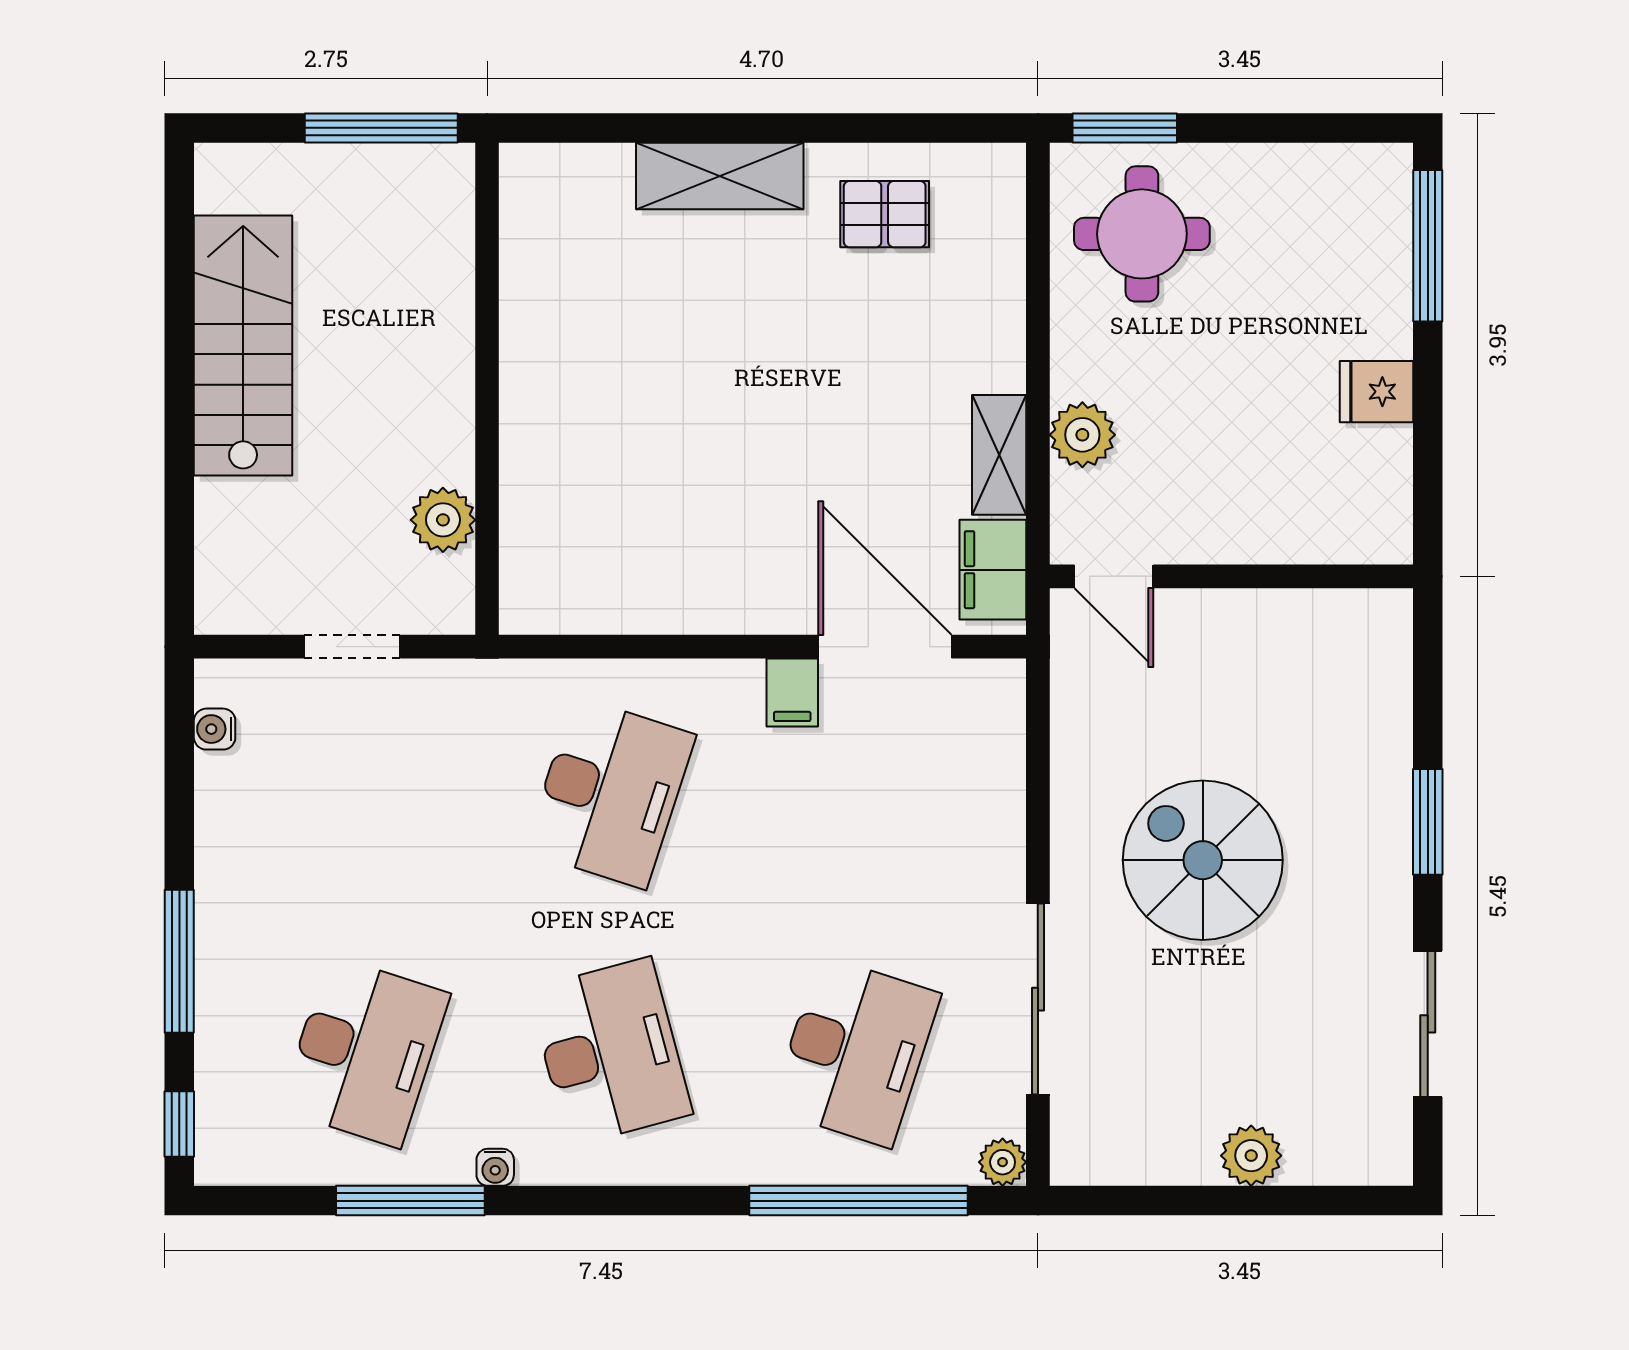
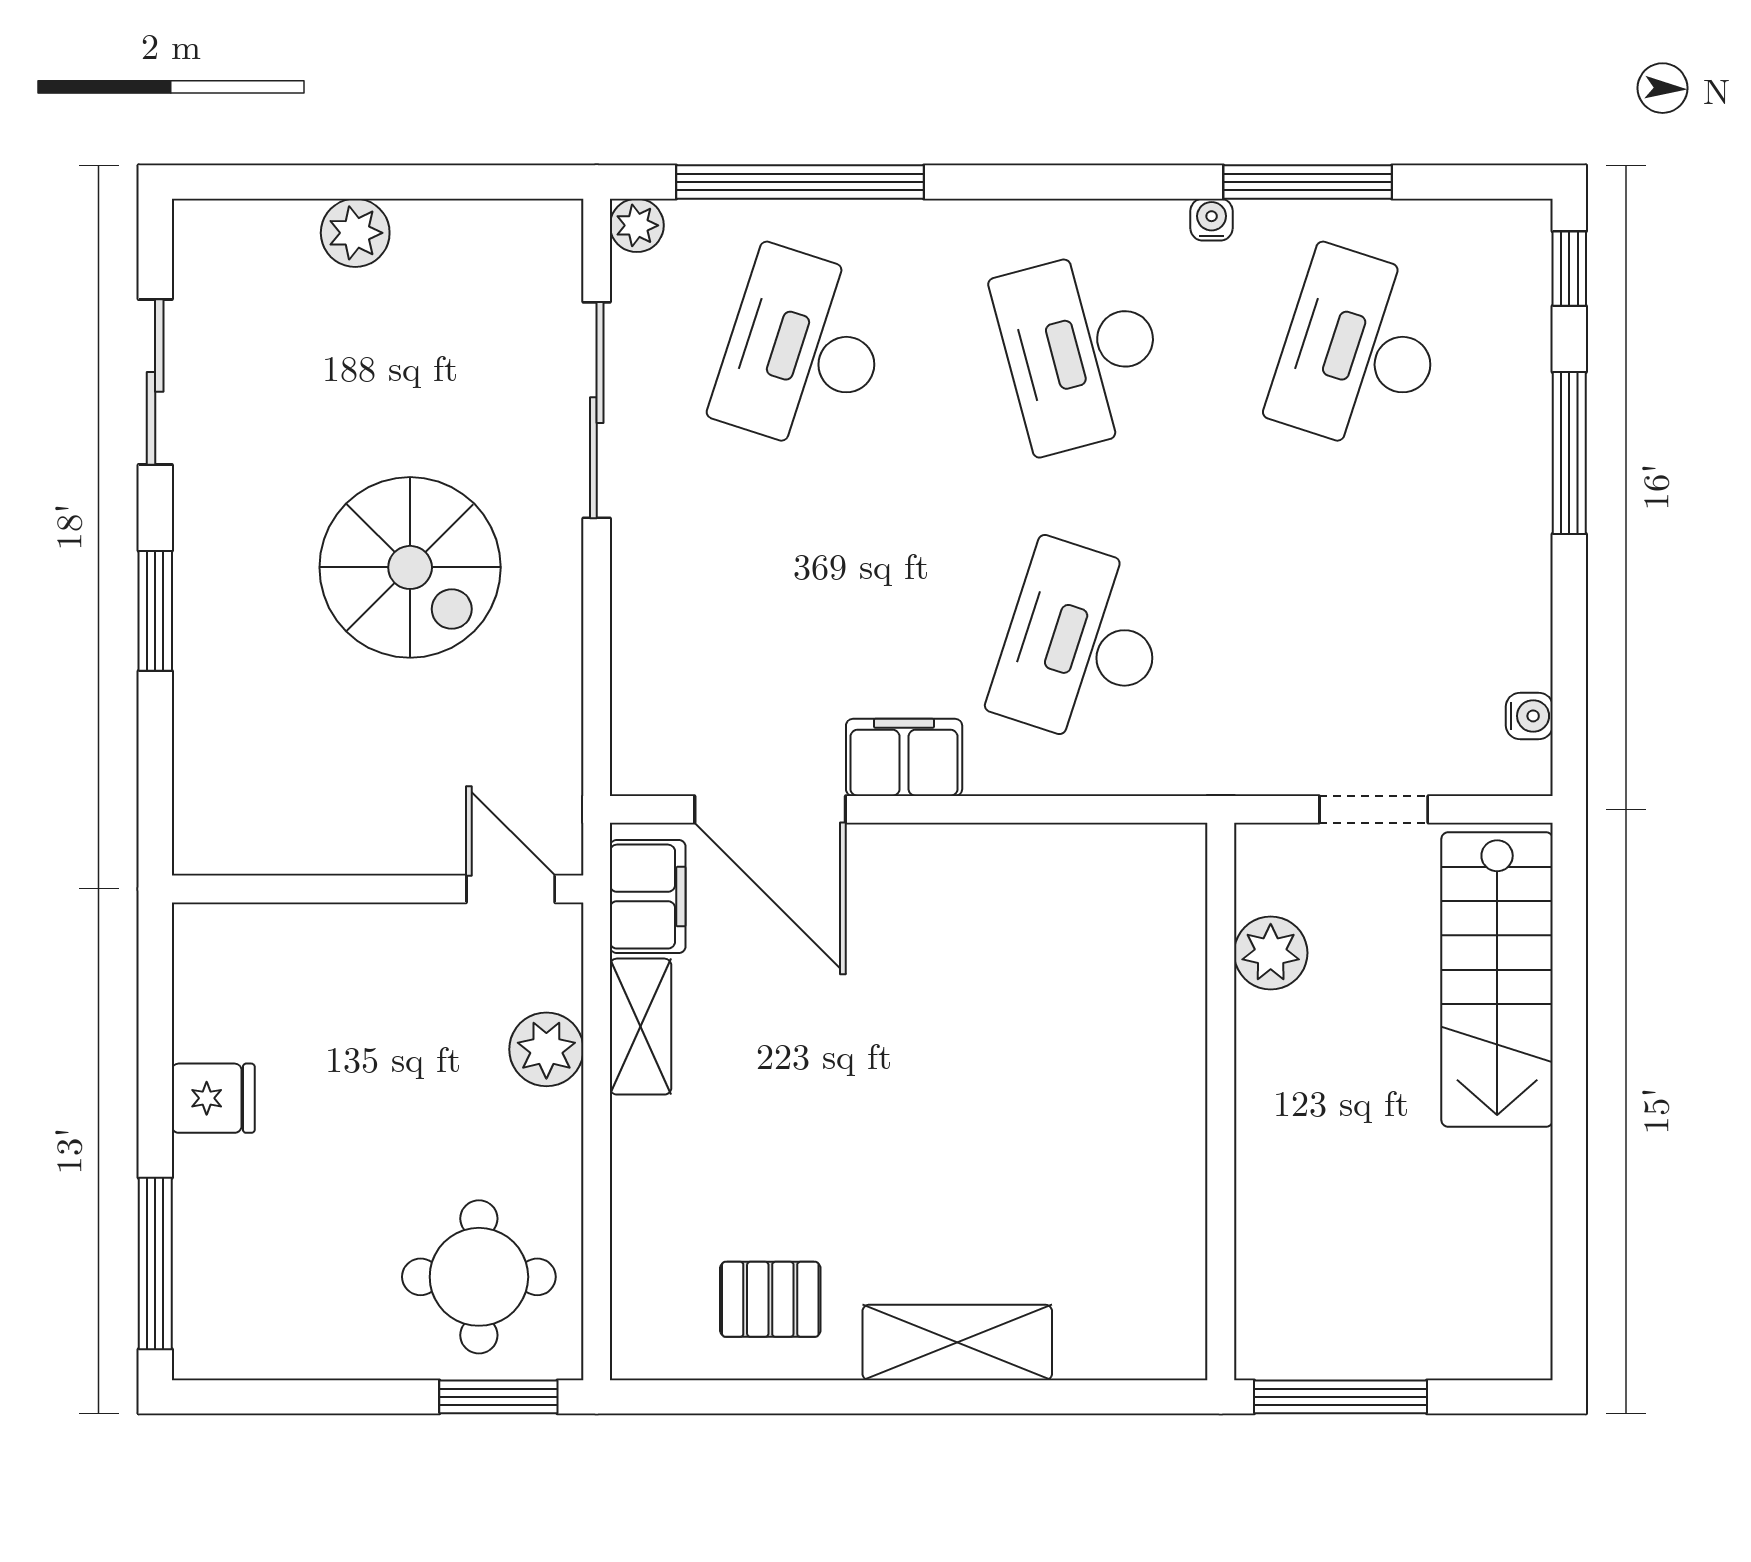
stairs: (243, 346) -> (1497, 980), moved
filing cabinet: (792, 693) -> (904, 757), width x2.00

